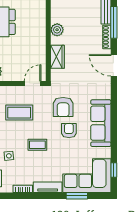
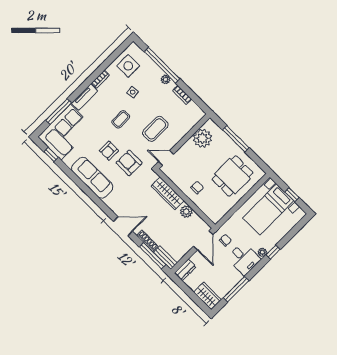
chair: (32, 39) -> (197, 187), added
wardrobe: (57, 57) -> (168, 193), width x1.50
door: (33, 84) -> (166, 158), swing flipped
armchair: (69, 131) -> (109, 151), turned 90
window: (77, 196) -> (59, 112), width x1.44

